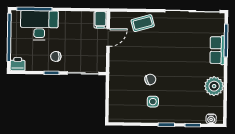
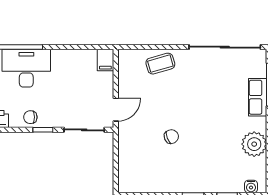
door: (108, 37) -> (116, 110), moved
chair: (56, 56) -> (30, 117), moved
side table: (153, 102) -> (175, 165), removed

